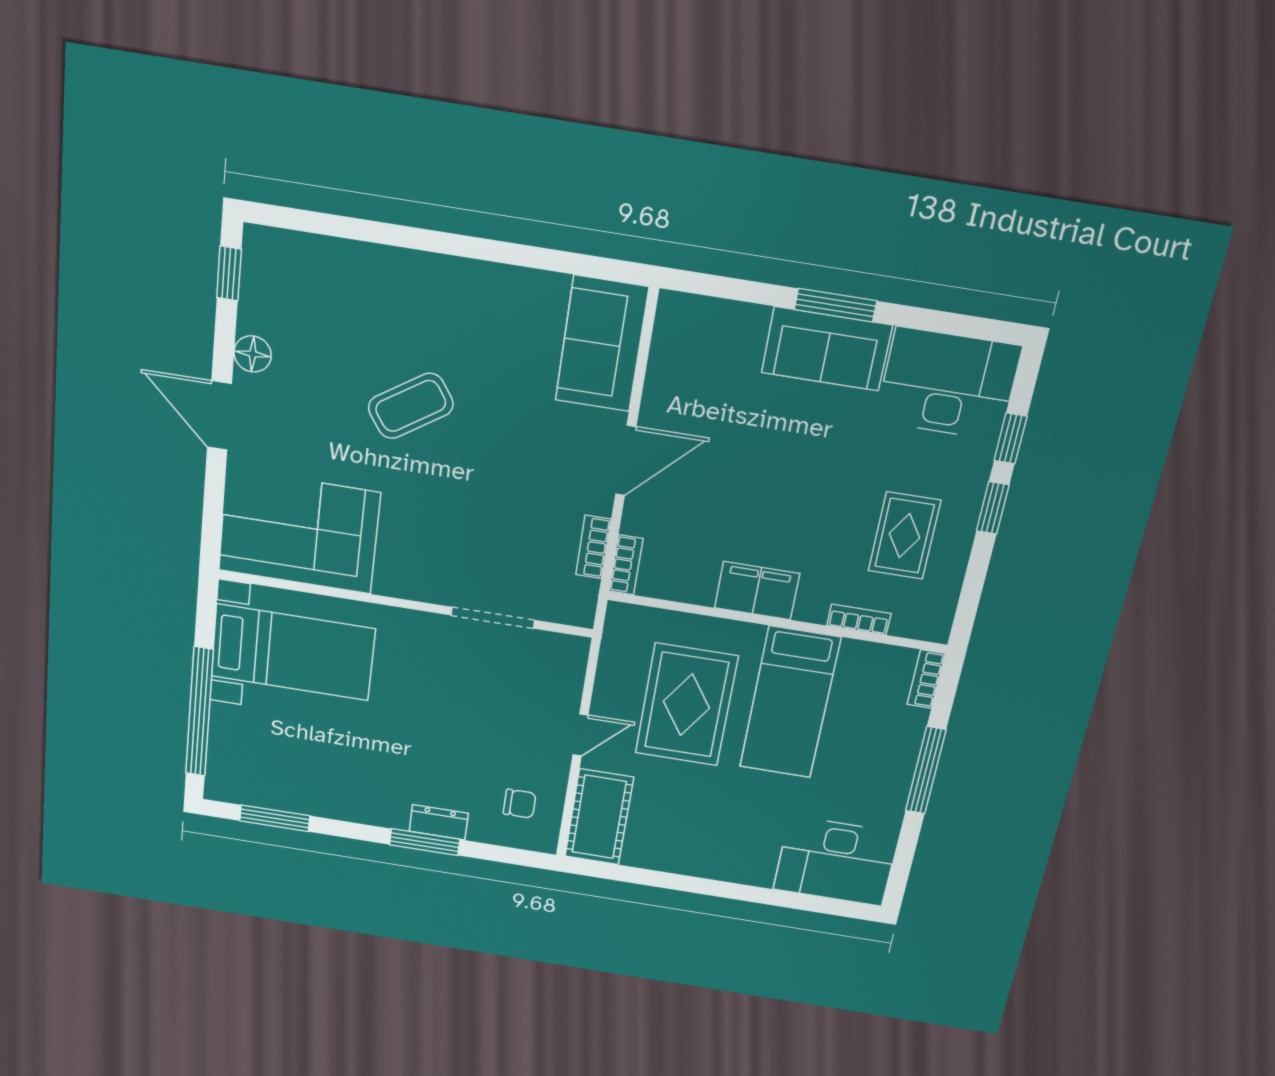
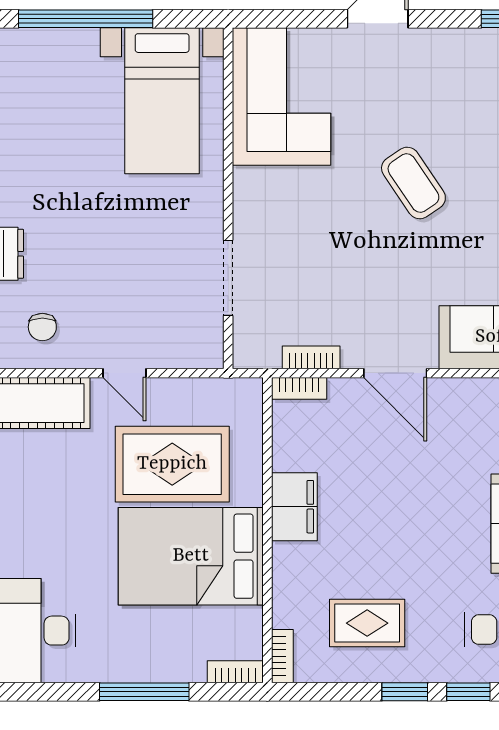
floor lamp: (253, 354) -> (437, 44), removed
bookcase: (859, 620) -> (282, 656), moved
bed: (790, 703) -> (191, 556), width x1.50

